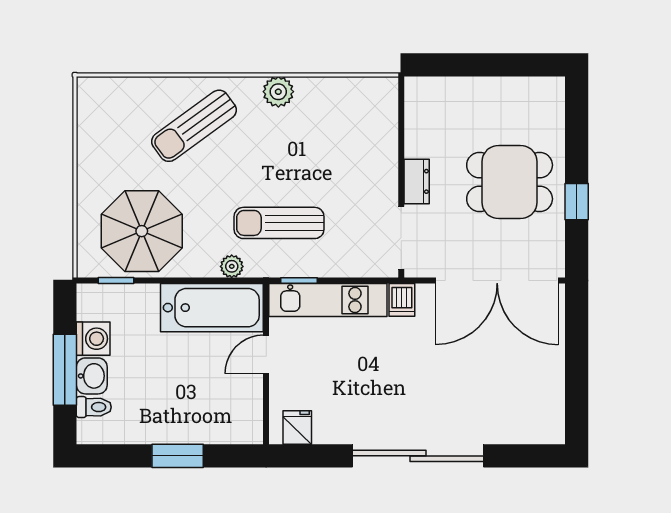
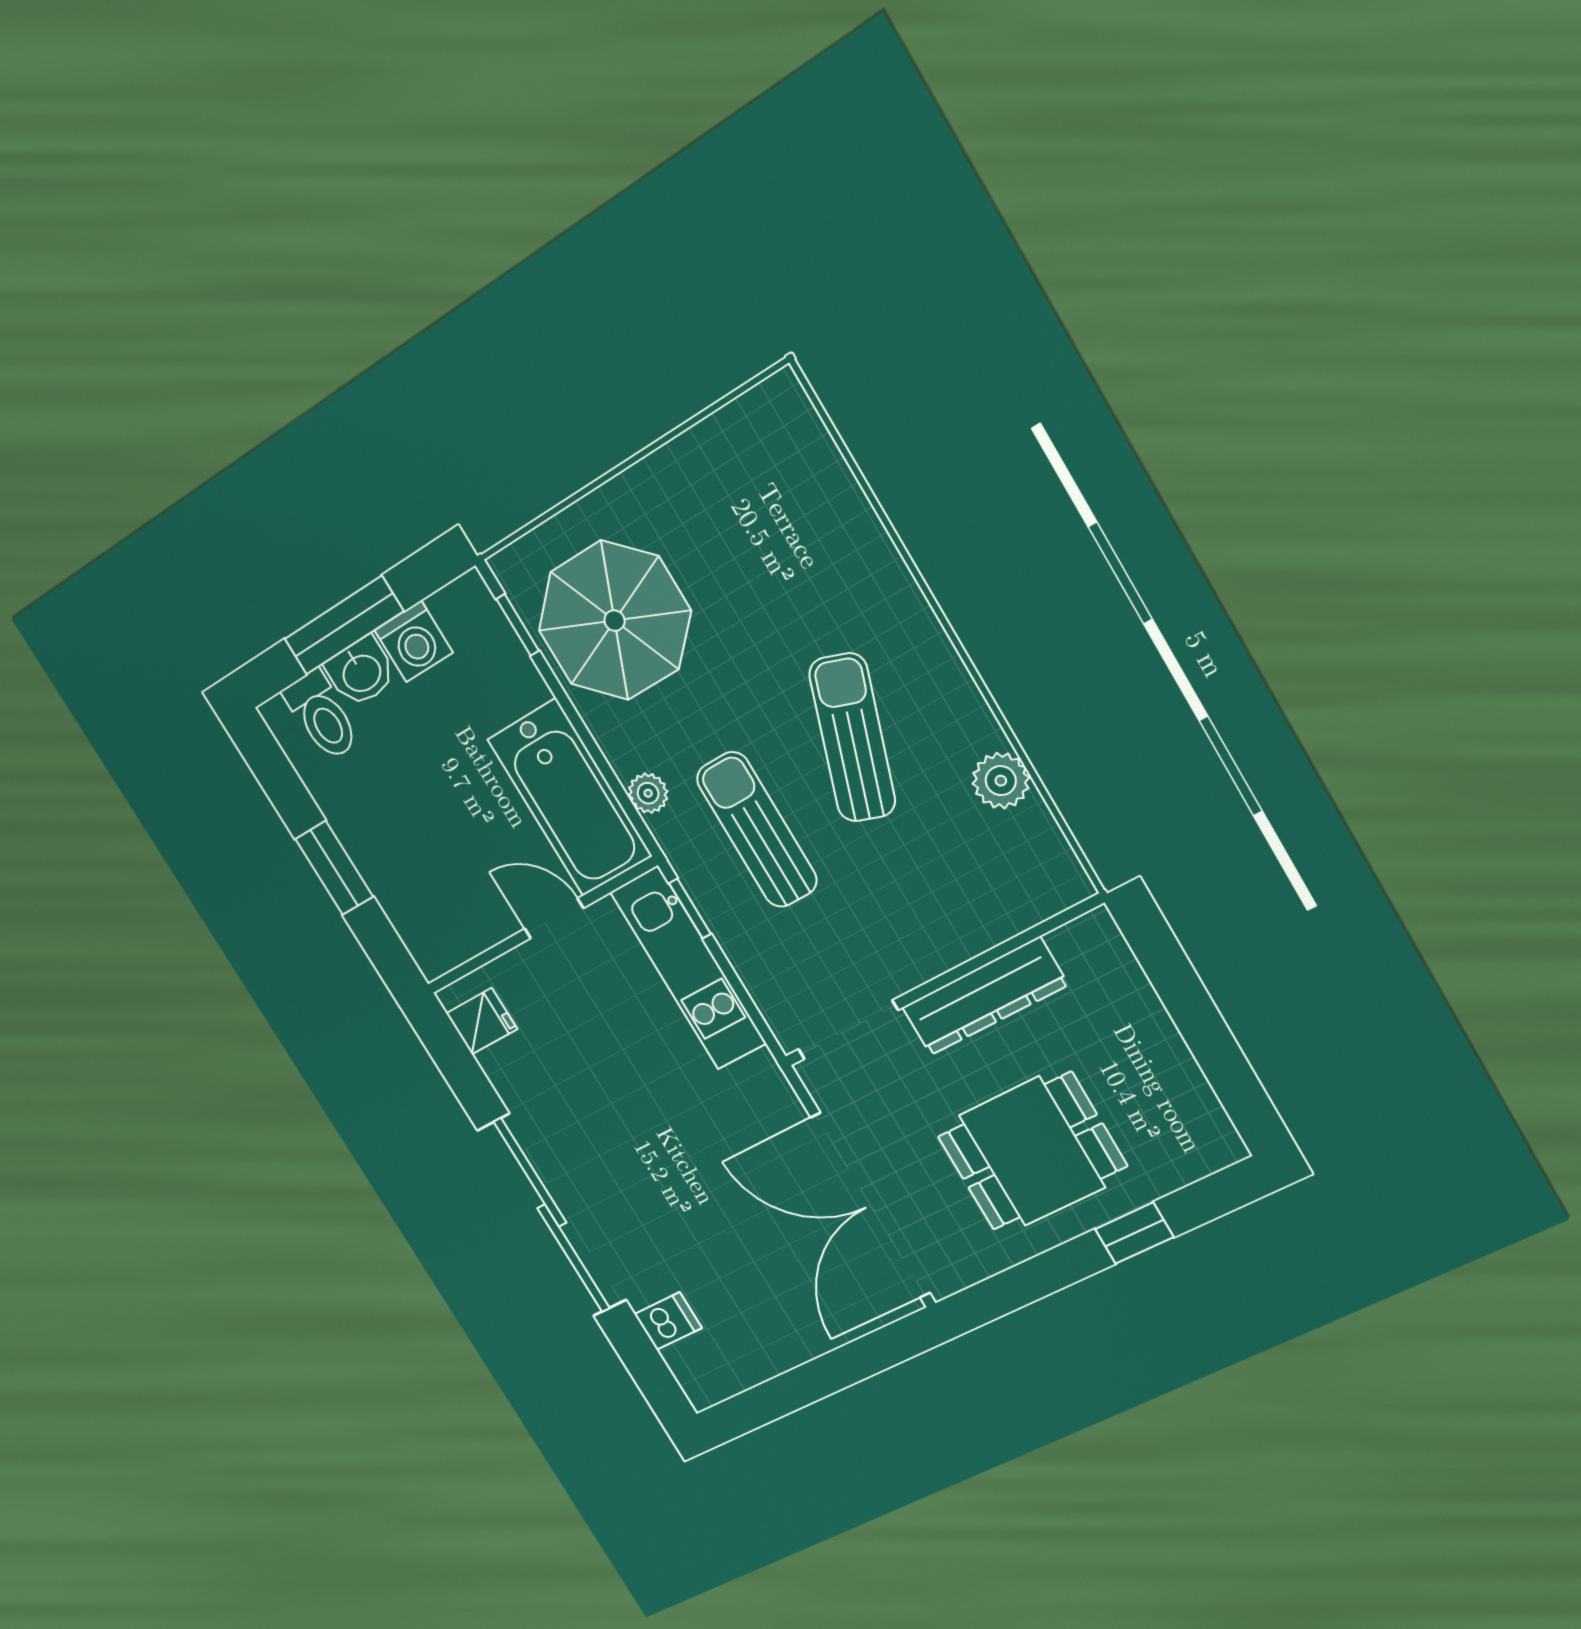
plant: (278, 92) -> (1001, 781), moved
sun lounger: (194, 126) -> (852, 738), moved, turned 55
dresser: (417, 181) -> (985, 996), width x1.96, depth x1.24
dining table: (510, 182) -> (1032, 1151), turned 90
window: (577, 202) -> (1134, 1233), moved
dishwasher: (402, 300) -> (668, 1321), moved, turned 180
toilet: (94, 407) -> (322, 715), width x1.37, depth x1.39

